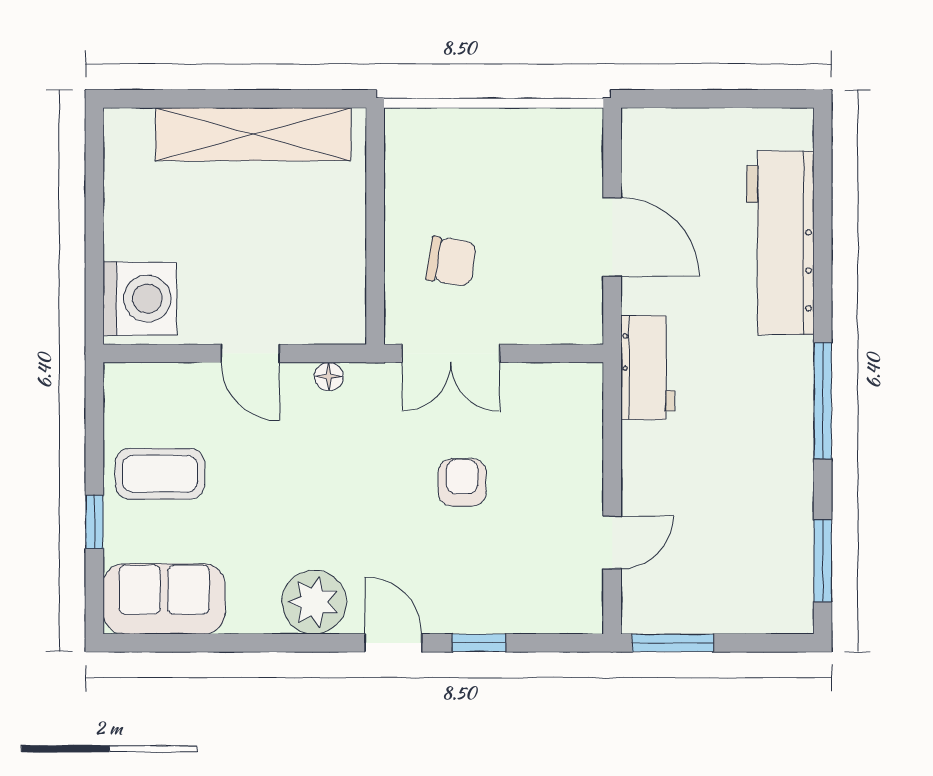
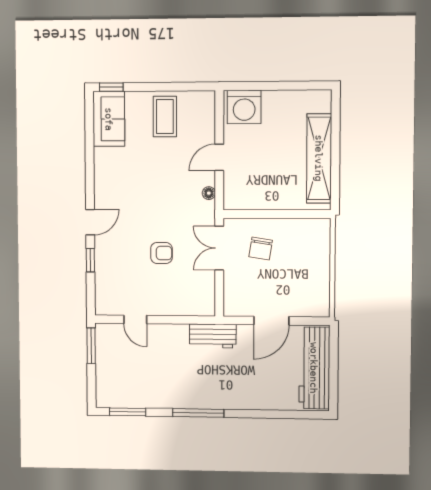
workbench: (780, 243) -> (314, 368), moved, turned -90
window: (94, 522) -> (111, 87), moved
plant: (314, 602) -> (108, 187), removed

